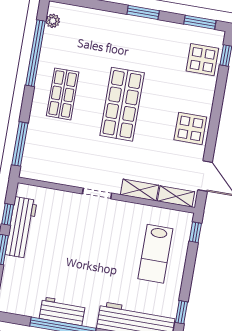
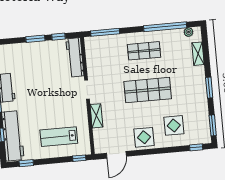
display table: (202, 60) -> (174, 125), moved
shelving: (176, 196) -> (198, 54), moved
workbench: (21, 227) -> (75, 57), moved, turned 90

